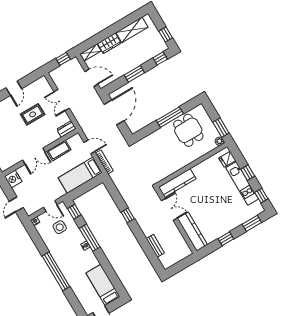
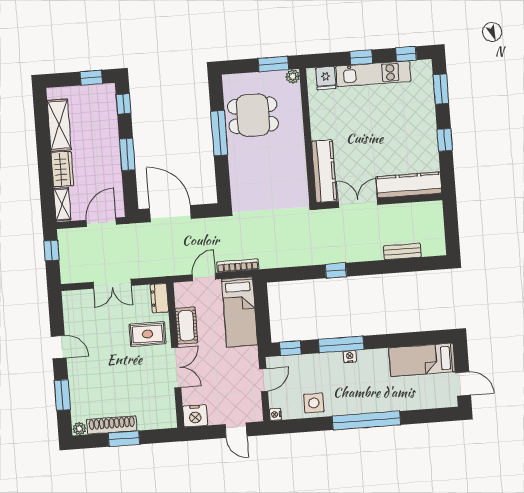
rug: (33, 114) -> (148, 334), moved, turned 90
side table: (60, 227) -> (314, 403), moved

